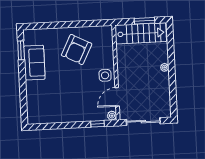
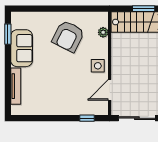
tv unit: (31, 98) -> (16, 86), added
plant: (112, 116) -> (103, 32), moved

